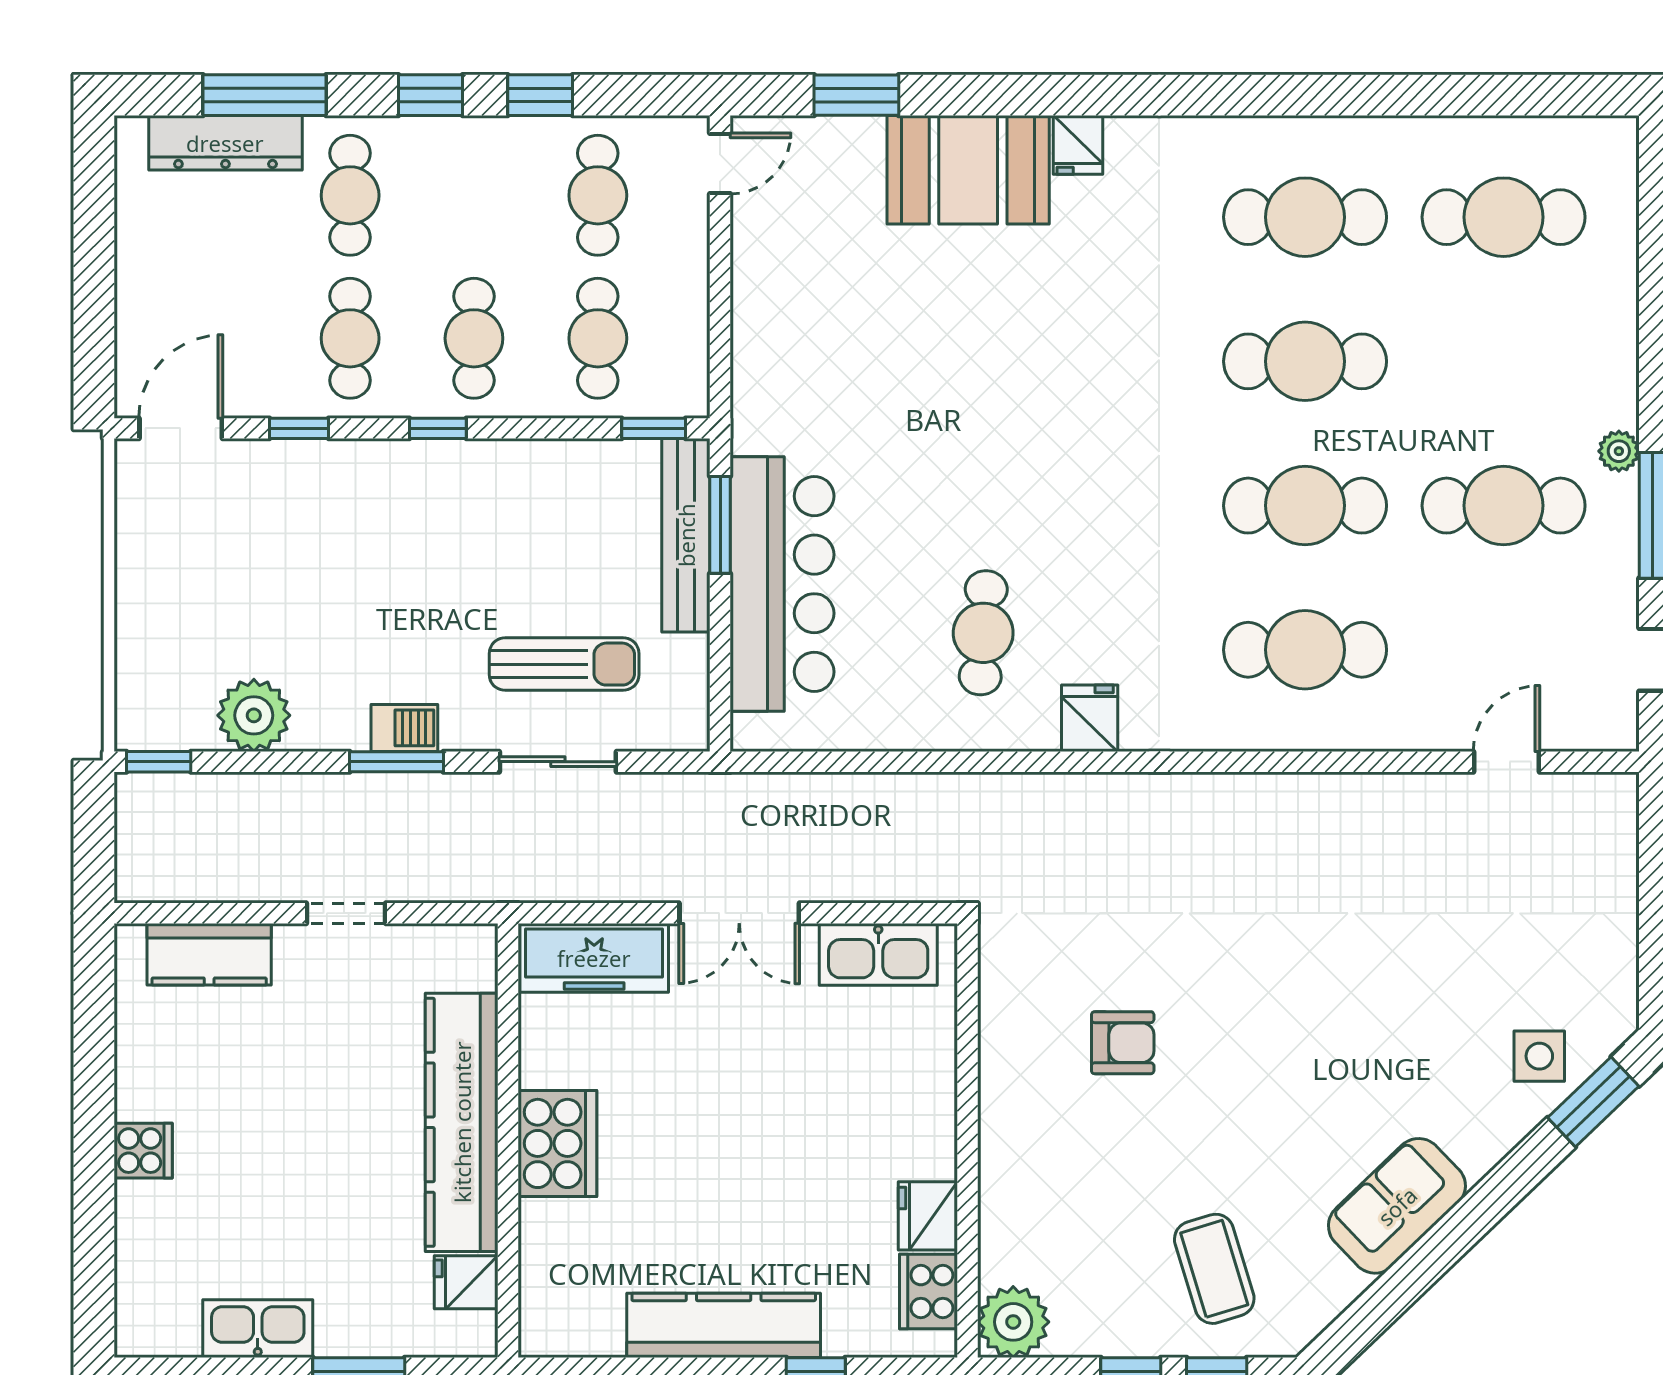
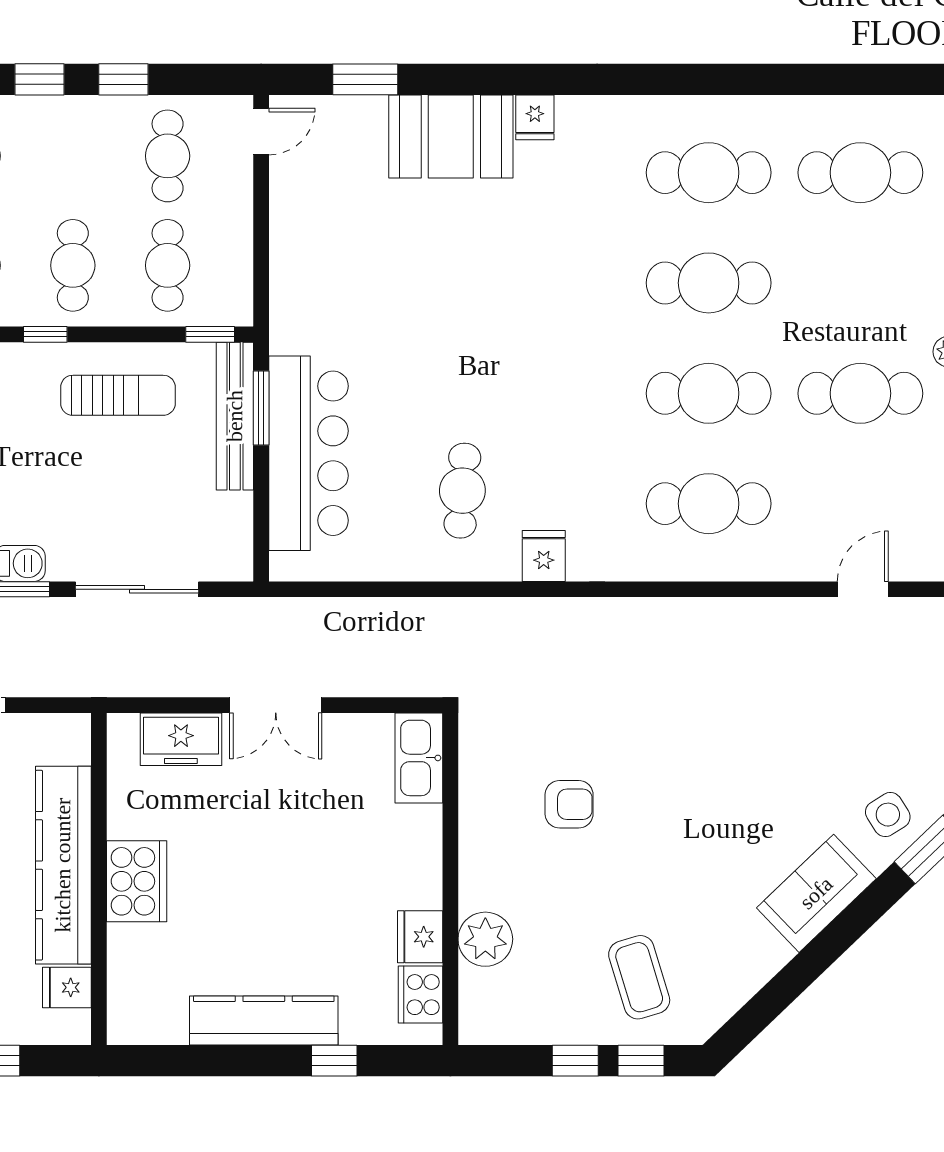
sun lounger: (564, 664) -> (118, 395), moved
sliding door: (558, 762) -> (137, 589), width x1.37
kitchen sink: (878, 954) -> (419, 758), moved, turned 90
freezer: (594, 958) -> (181, 739), width x0.71
side table: (1539, 1056) -> (888, 815), turned -32
sofa: (1397, 1206) -> (816, 893), moved
plant: (1013, 1322) -> (485, 939), moved

